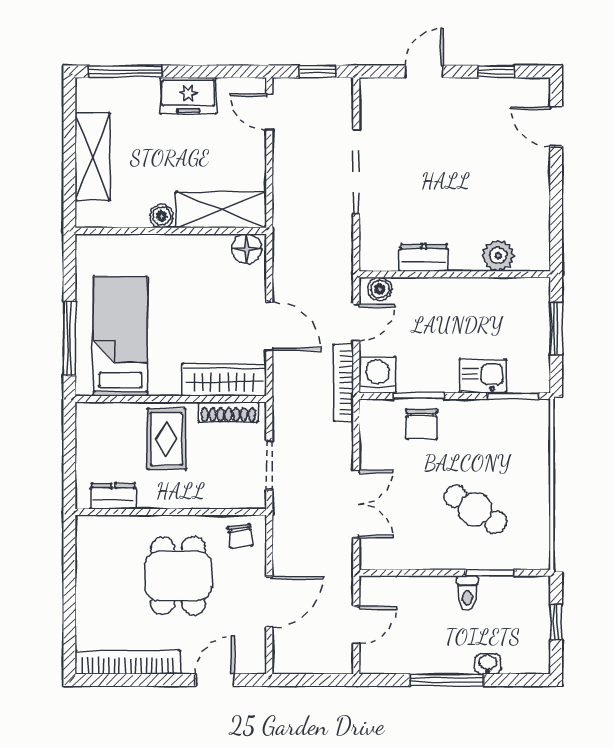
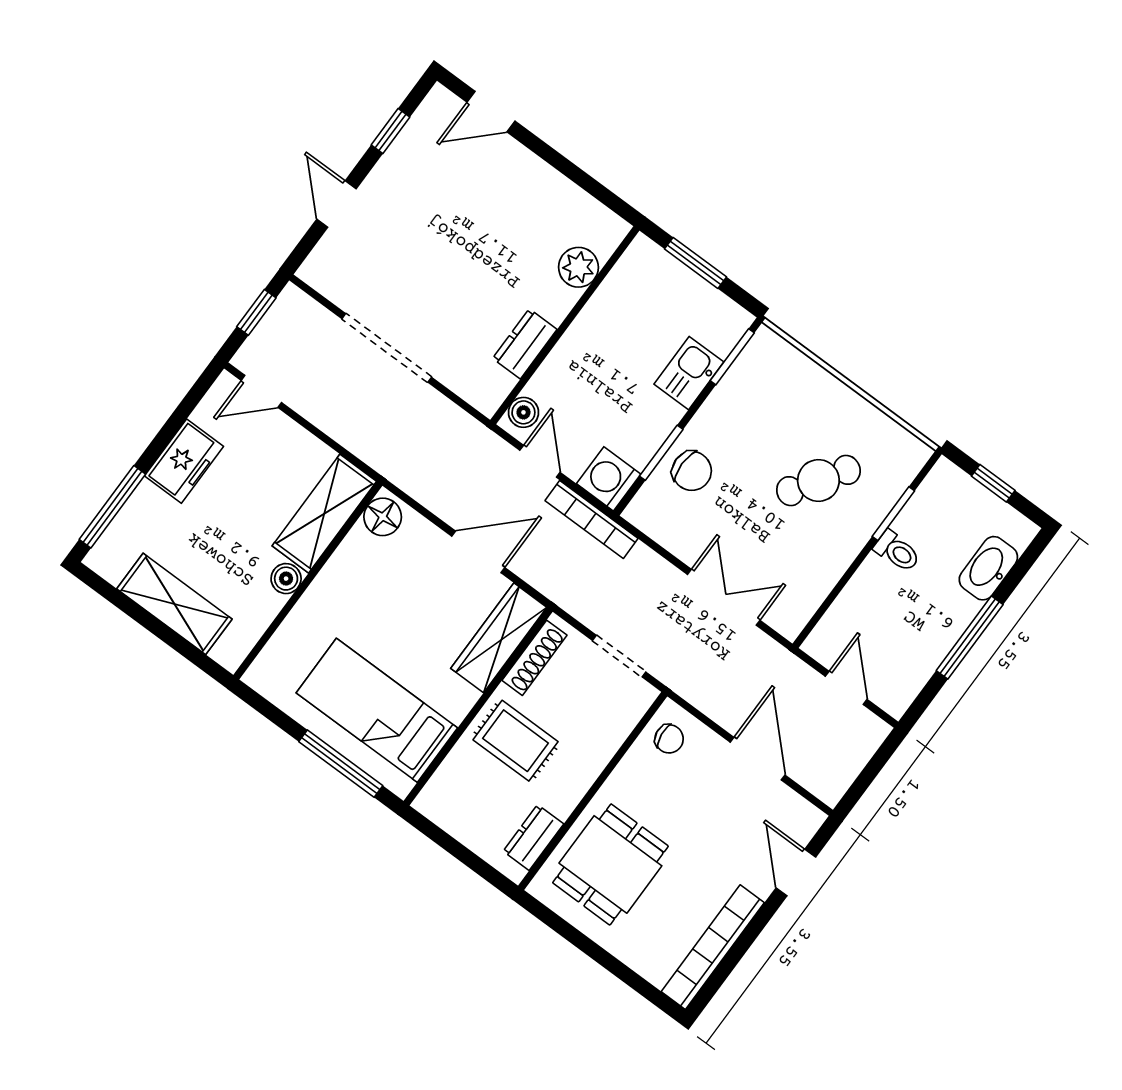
dining table: (178, 576) -> (610, 864), moved, turned 90
washbasin: (488, 664) -> (988, 568), width x1.91, depth x1.45

